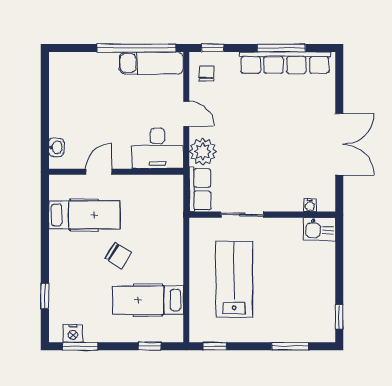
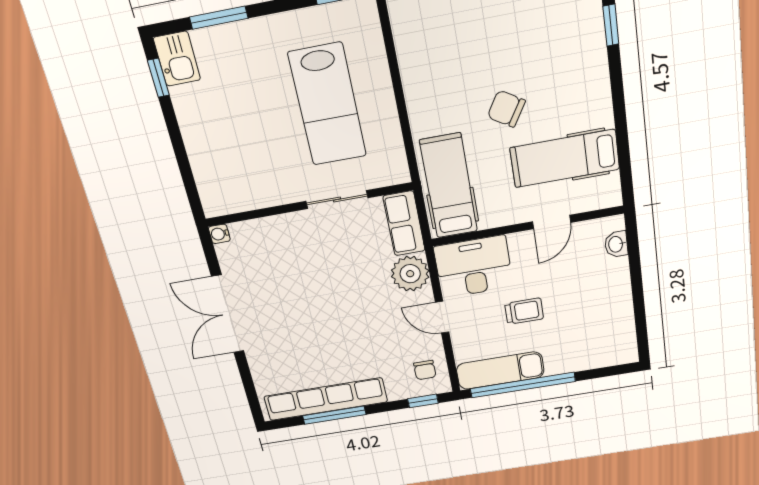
trolley: (127, 108) -> (524, 311), added
water cooler: (310, 205) -> (219, 234), moved, turned -90
kitchen sink: (319, 229) -> (177, 59), moved, turned 90
hospital bed: (148, 300) -> (449, 186), moved, turned -90

